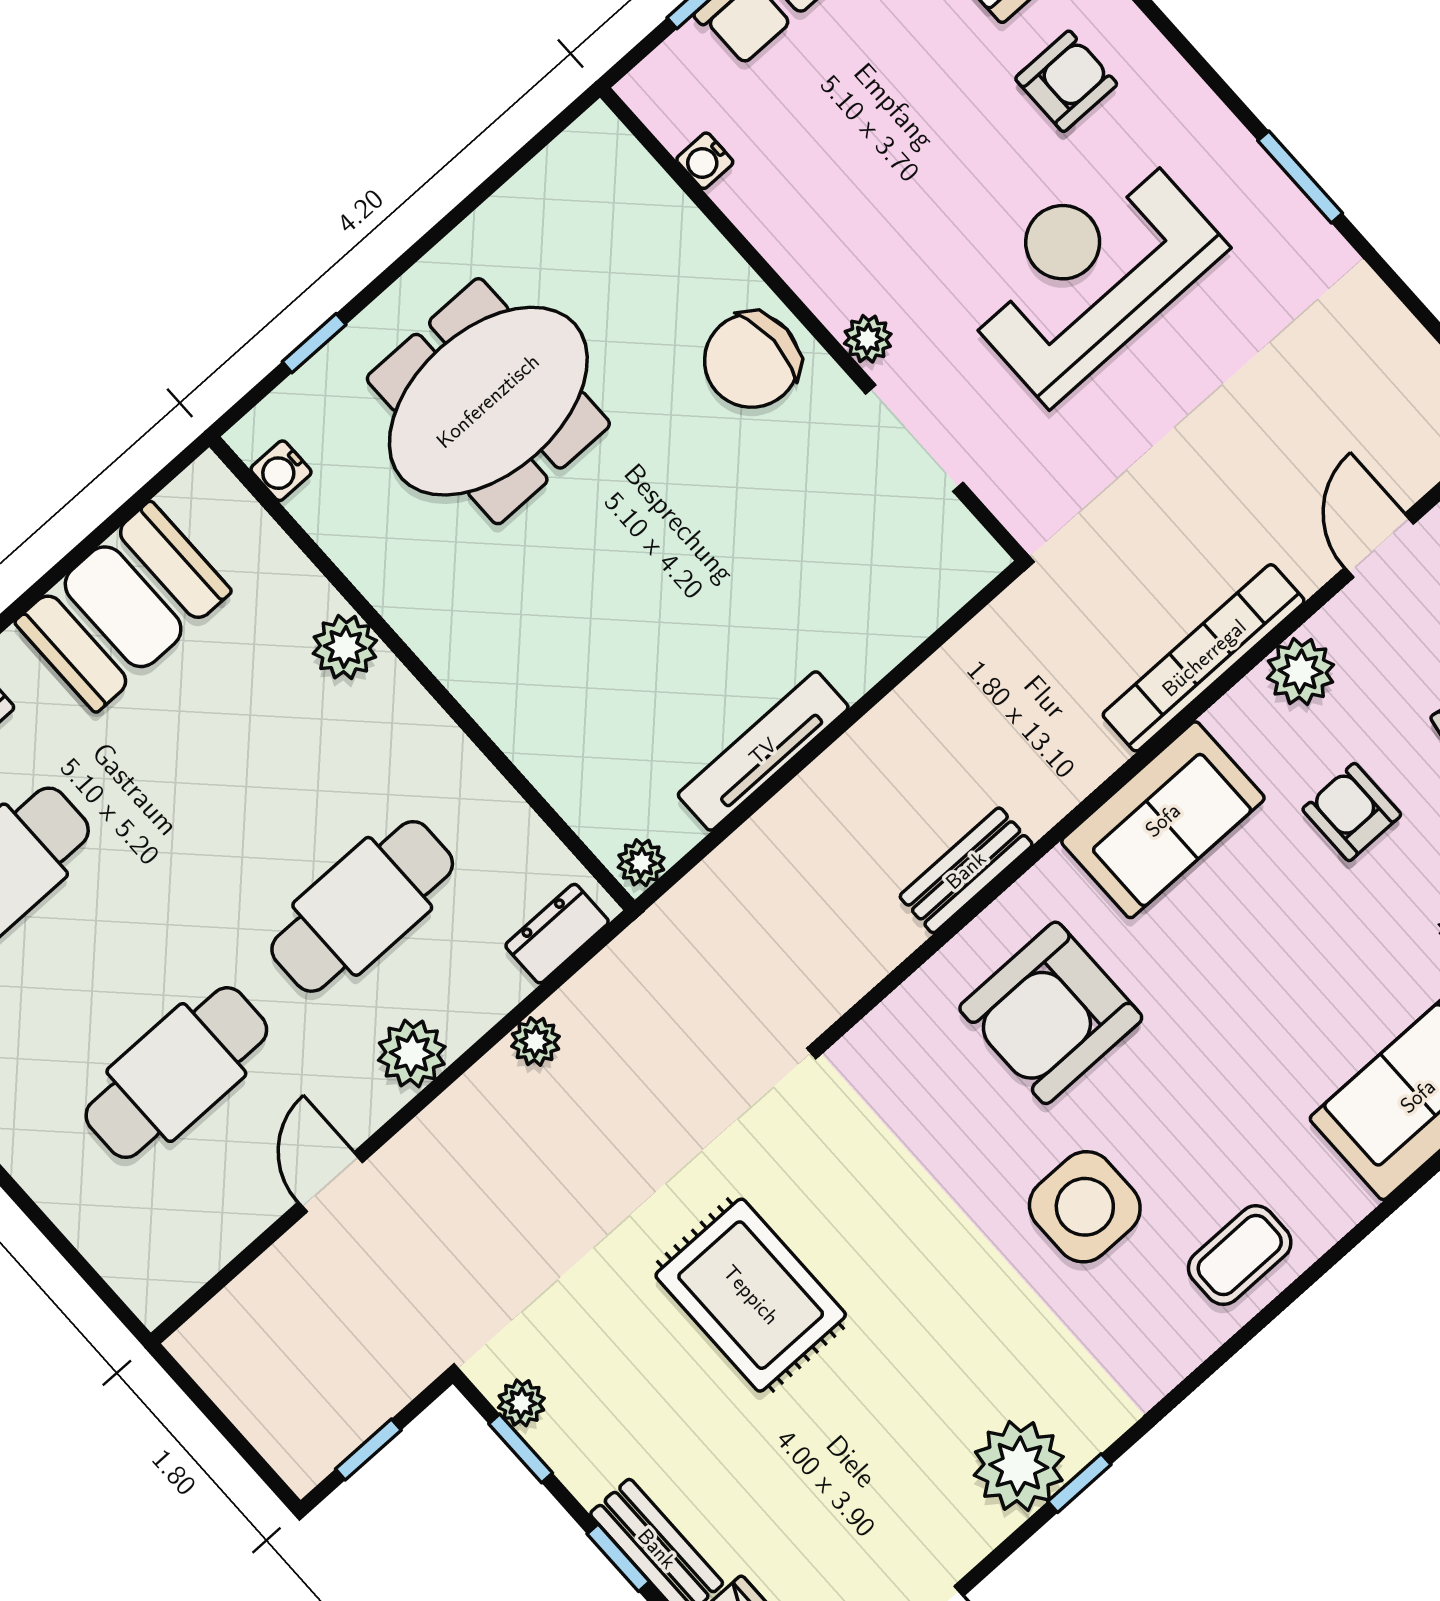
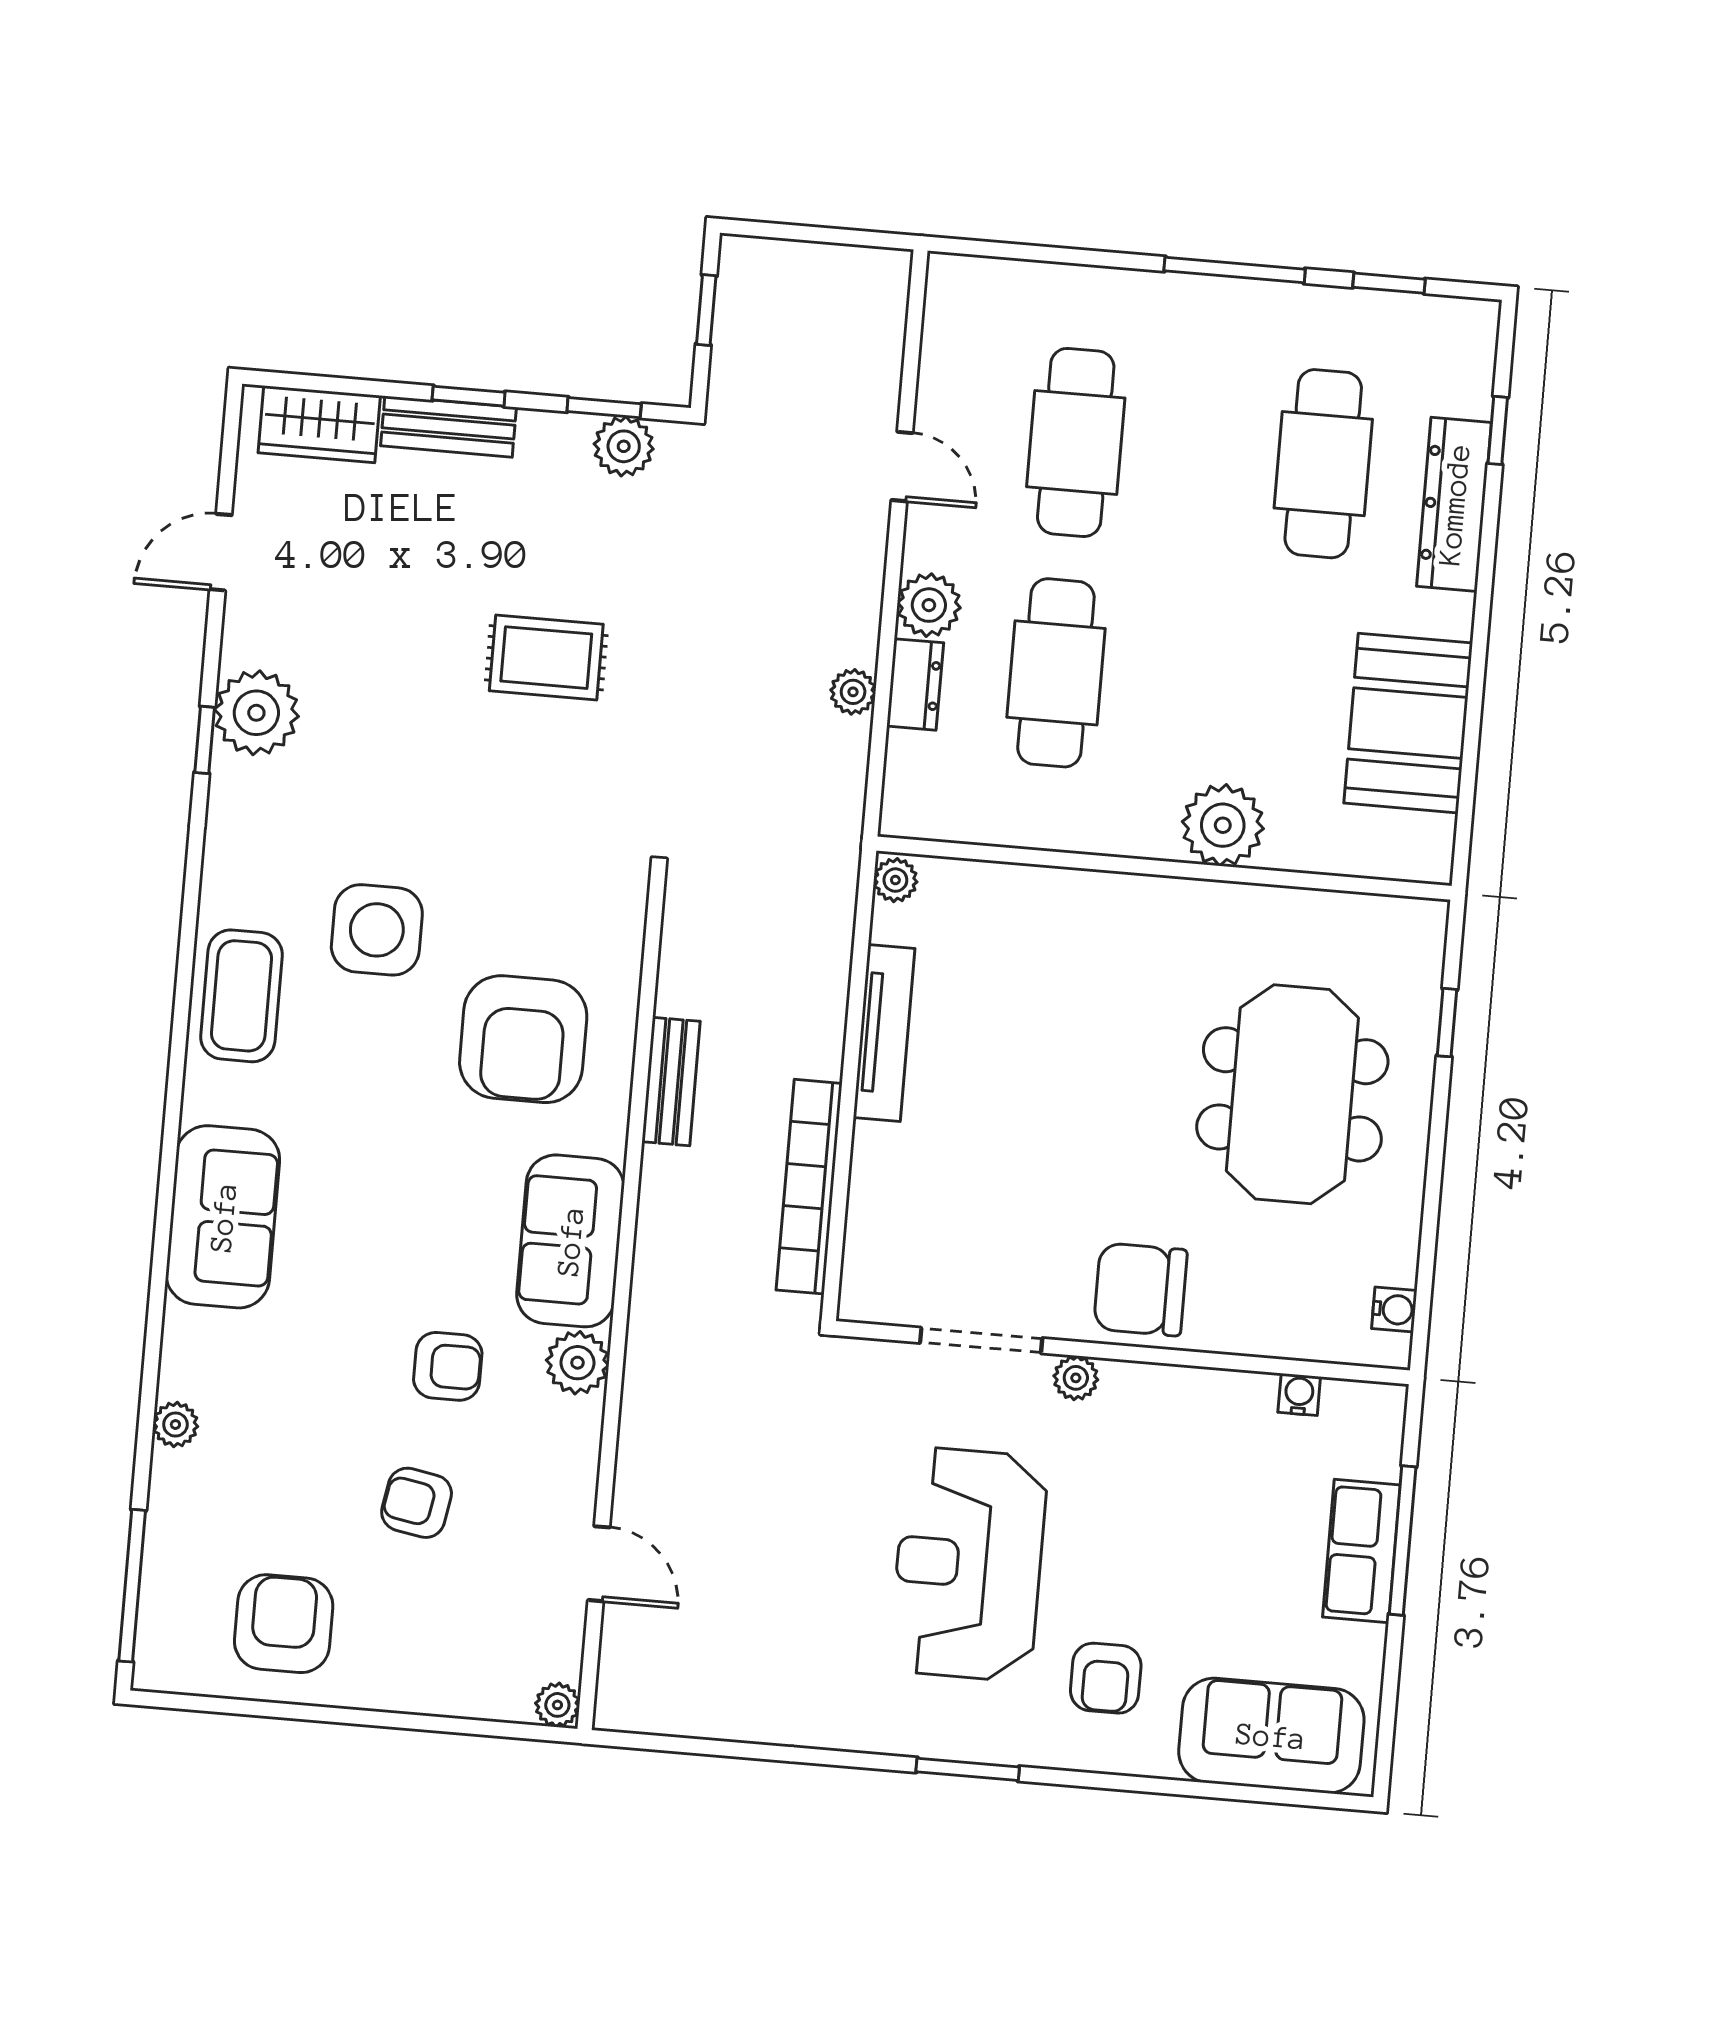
window: (1300, 177) -> (968, 1769), moved
reception desk: (1089, 272) -> (969, 1564), turned 180
chair: (752, 360) -> (1140, 1289), turned -90
water cooler: (281, 471) -> (1394, 1310), moved, turned 90
plant: (345, 647) -> (1223, 825), width x1.36, depth x1.36
bookcase: (1204, 658) -> (809, 1187), moved, turned 180
plant: (1300, 671) -> (578, 1363), moved
dresser: (557, 934) -> (915, 684), moved
armchair: (1051, 1013) -> (523, 1039), turned 180
coffee table: (1240, 1255) -> (241, 996), width x1.36, depth x1.30
rug: (751, 1295) -> (546, 658), width x0.73, depth x0.70
plant: (521, 1403) -> (624, 446), width x1.38, depth x1.38

